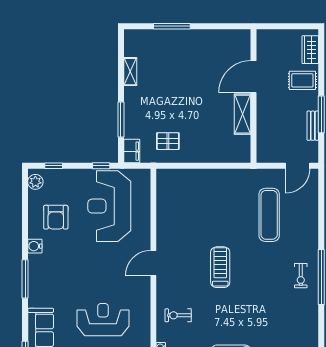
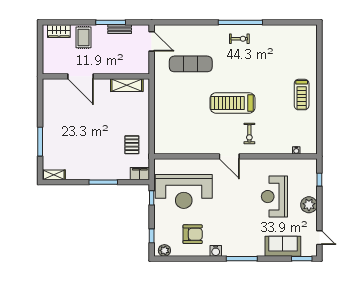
shelving: (130, 72) -> (54, 175), moved
shelving: (243, 114) -> (127, 85), moved
window: (121, 119) -> (103, 182), moved
treadmill: (220, 267) -> (233, 103), width x1.37, depth x1.38
exercise bike: (178, 315) -> (249, 133), moved

